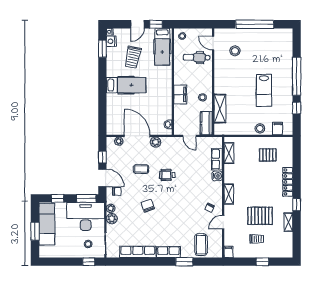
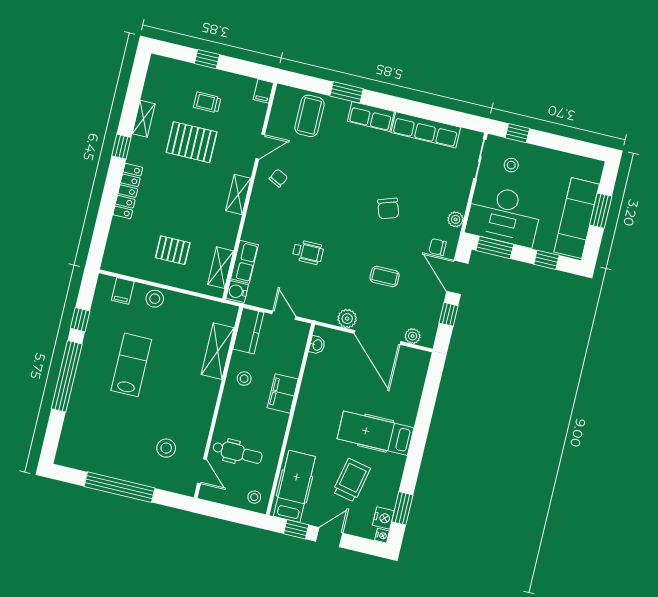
pallet: (268, 155) -> (173, 250), moved
wheelchair: (167, 175) -> (308, 252), moved
water cooler: (217, 176) -> (237, 292), moved
plant: (112, 219) -> (458, 200), removed

